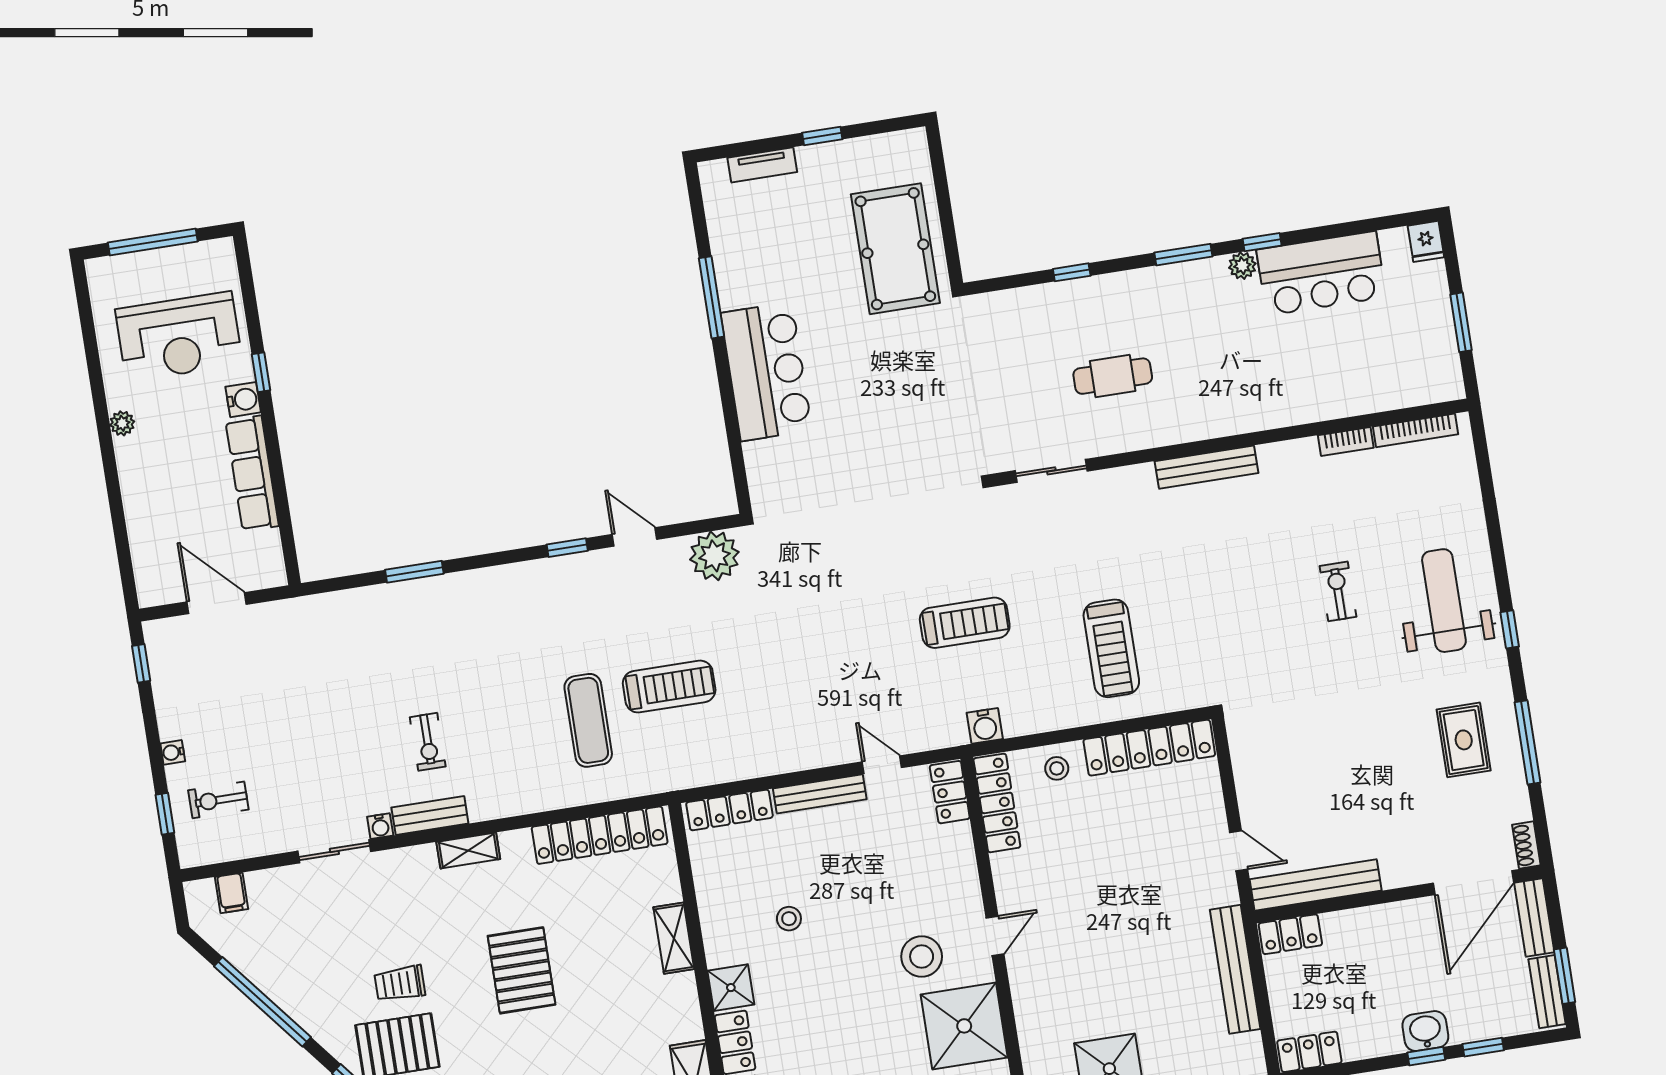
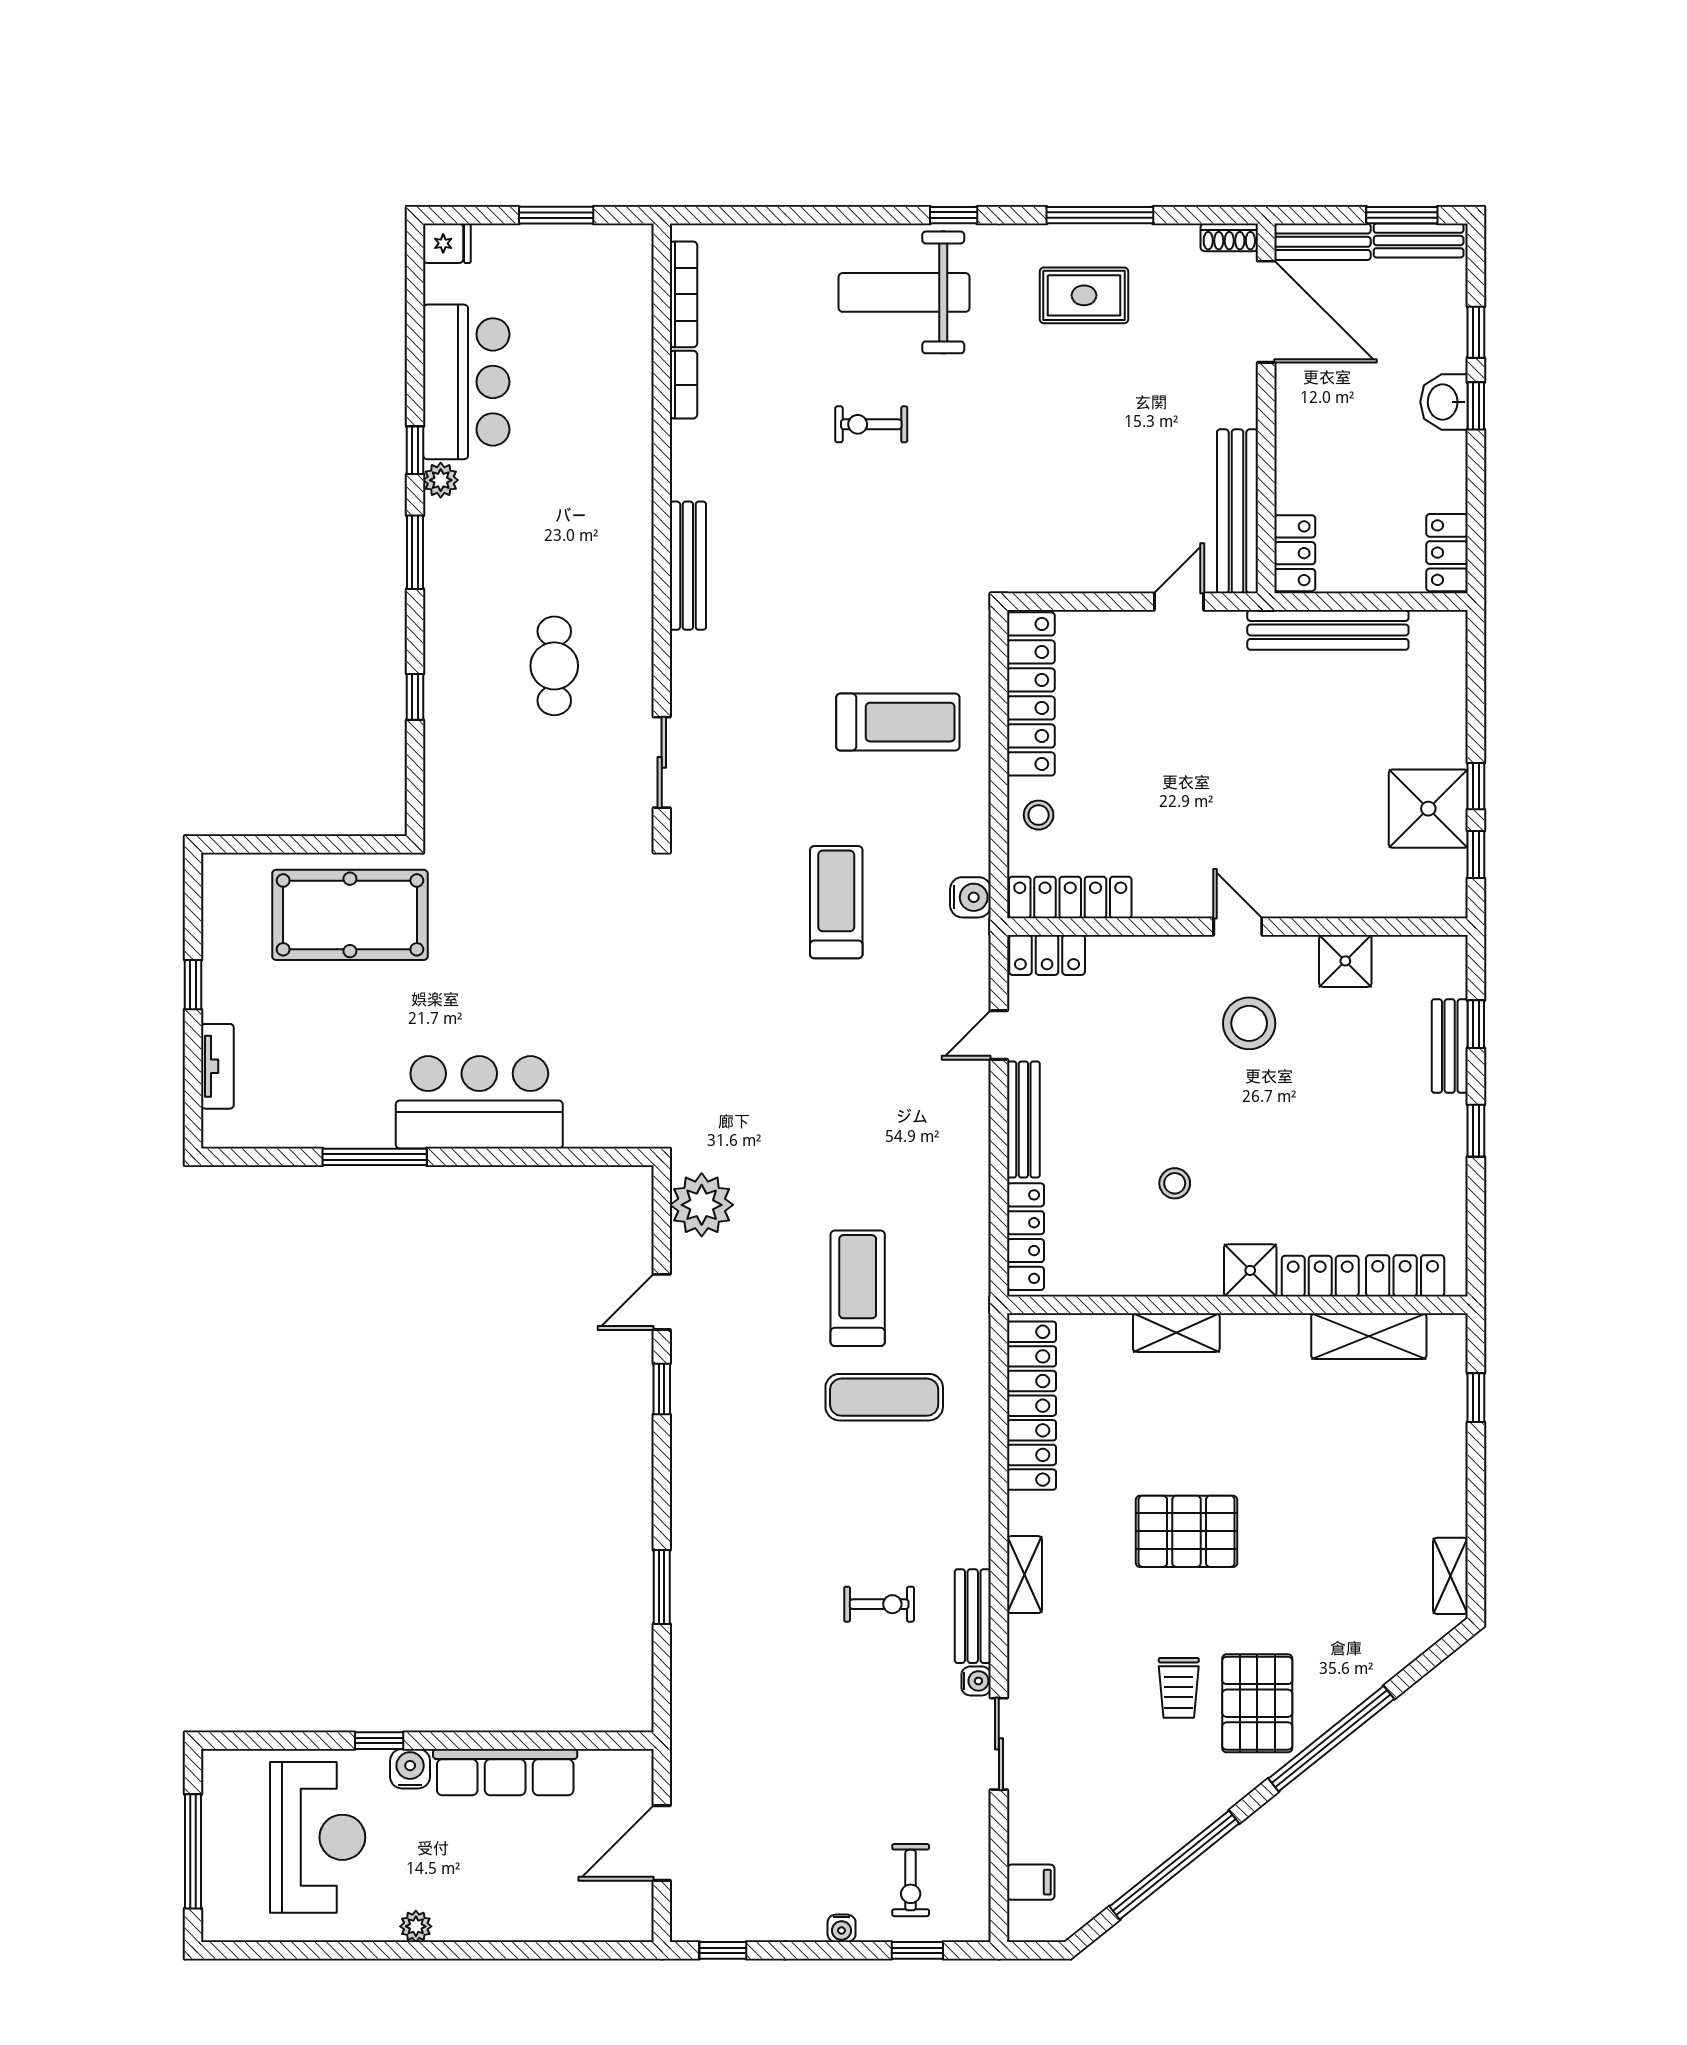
shower: (964, 1026) -> (1345, 961), width x0.54, depth x0.54

